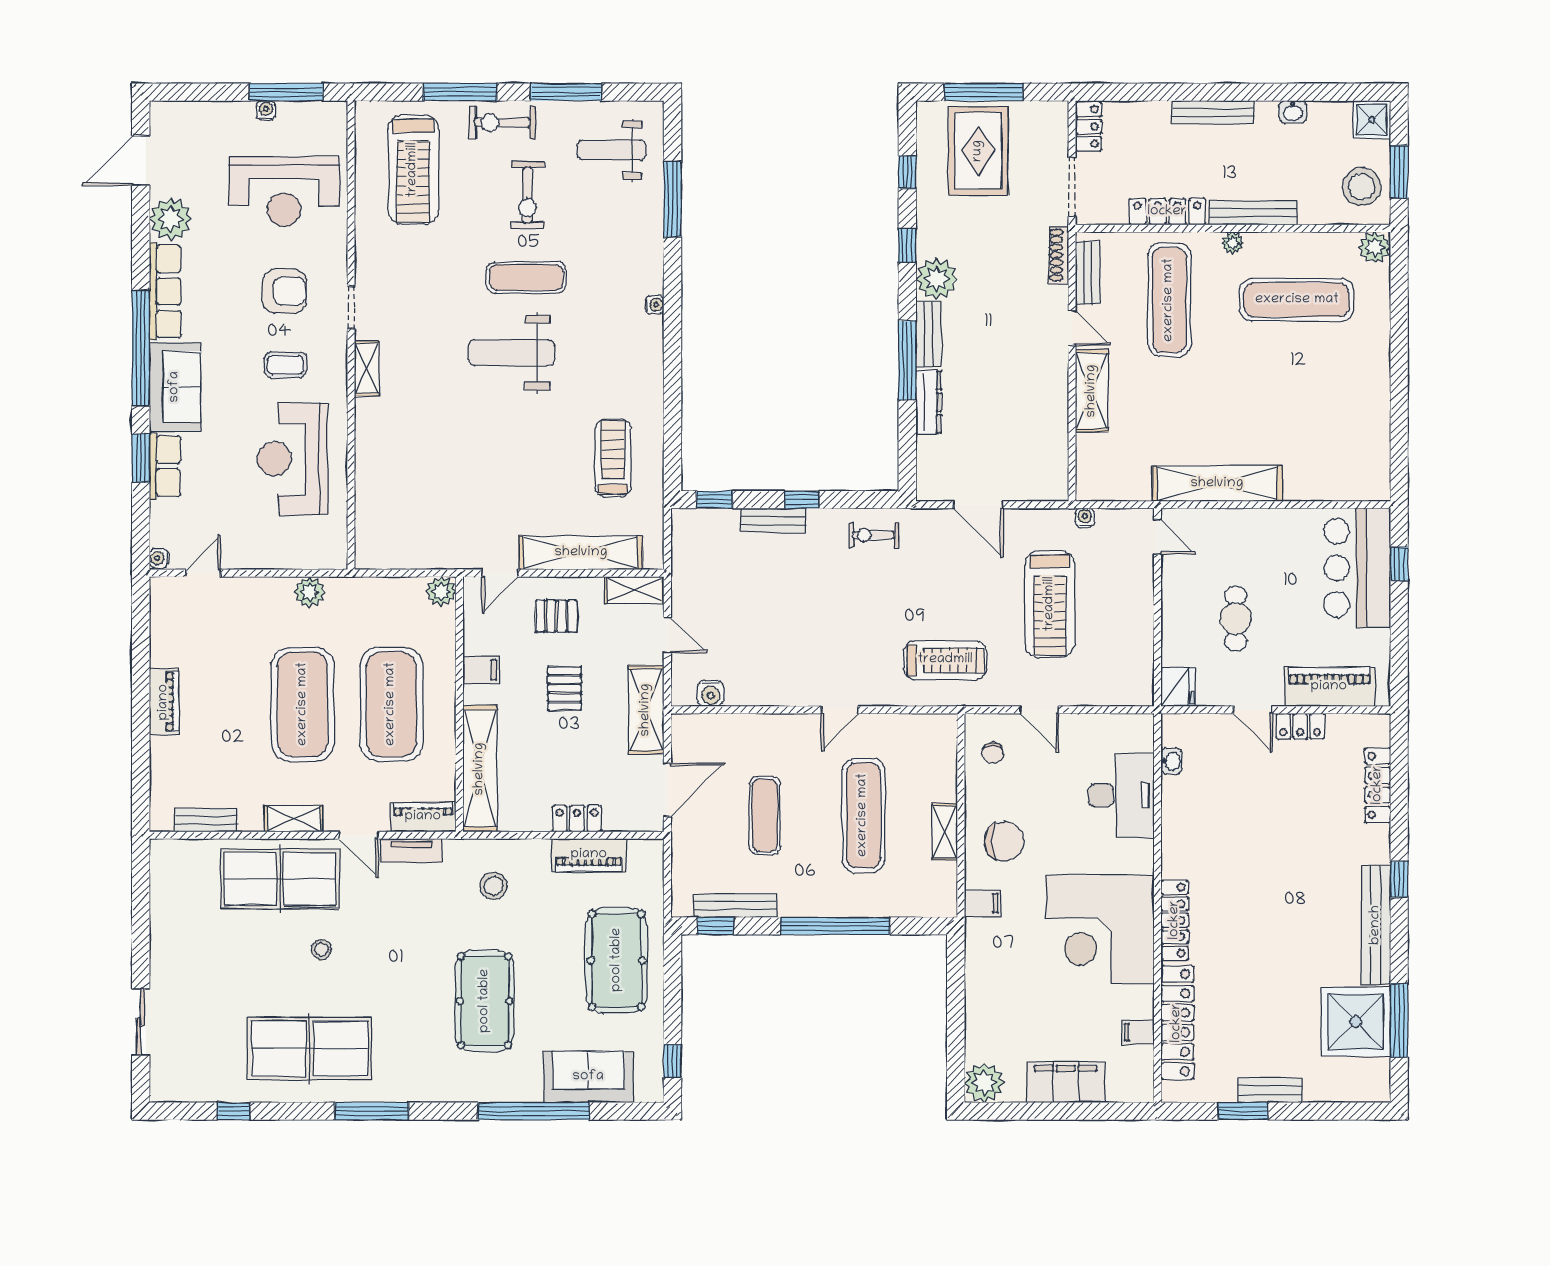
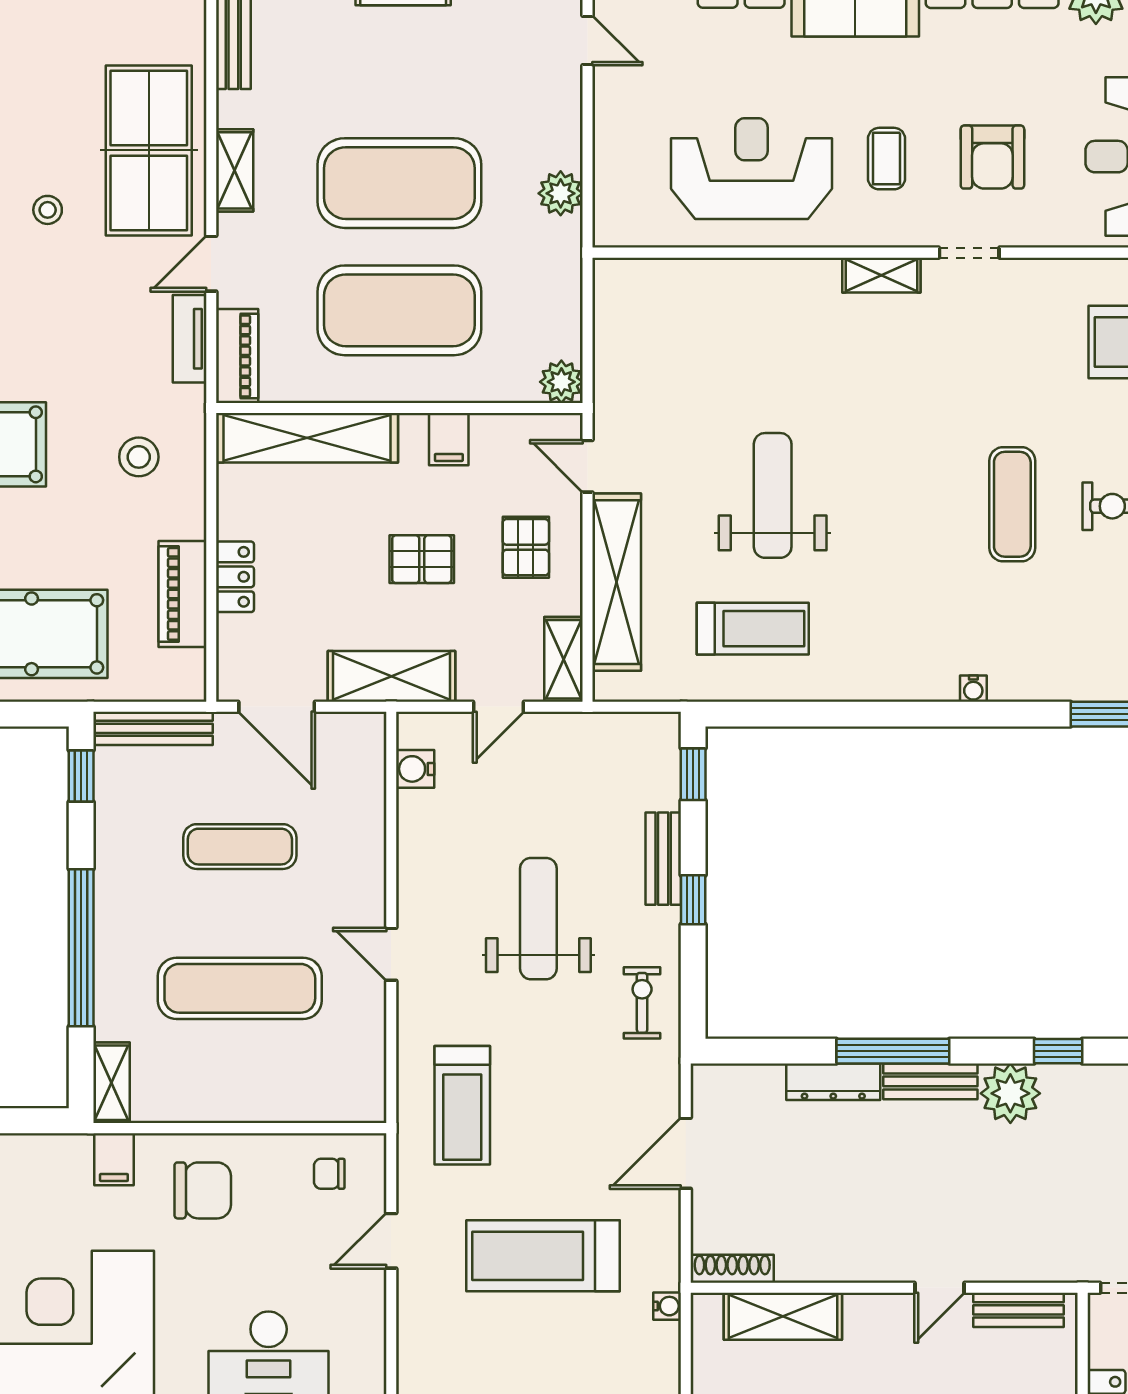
shoe rack: (1059, 255) -> (732, 1269), moved
weight bench: (511, 353) -> (773, 495), moved
shelving: (1092, 391) -> (783, 1316), moved
weight bench: (815, 607) -> (538, 919), added
shelving: (945, 832) -> (112, 1083), moved, turned 90
chair: (1004, 841) -> (203, 1190), turned -90
bench: (735, 906) -> (153, 728), moved, turned 90

